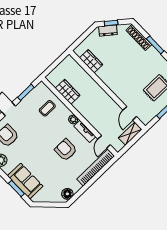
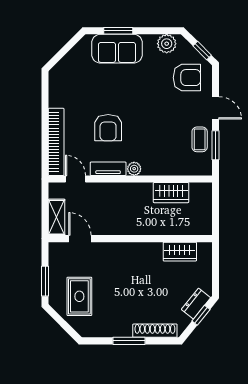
coffee table: (47, 108) -> (200, 139), moved
armchair: (66, 150) -> (108, 128), turned 90
floor lamp: (67, 194) -> (57, 82), removed

